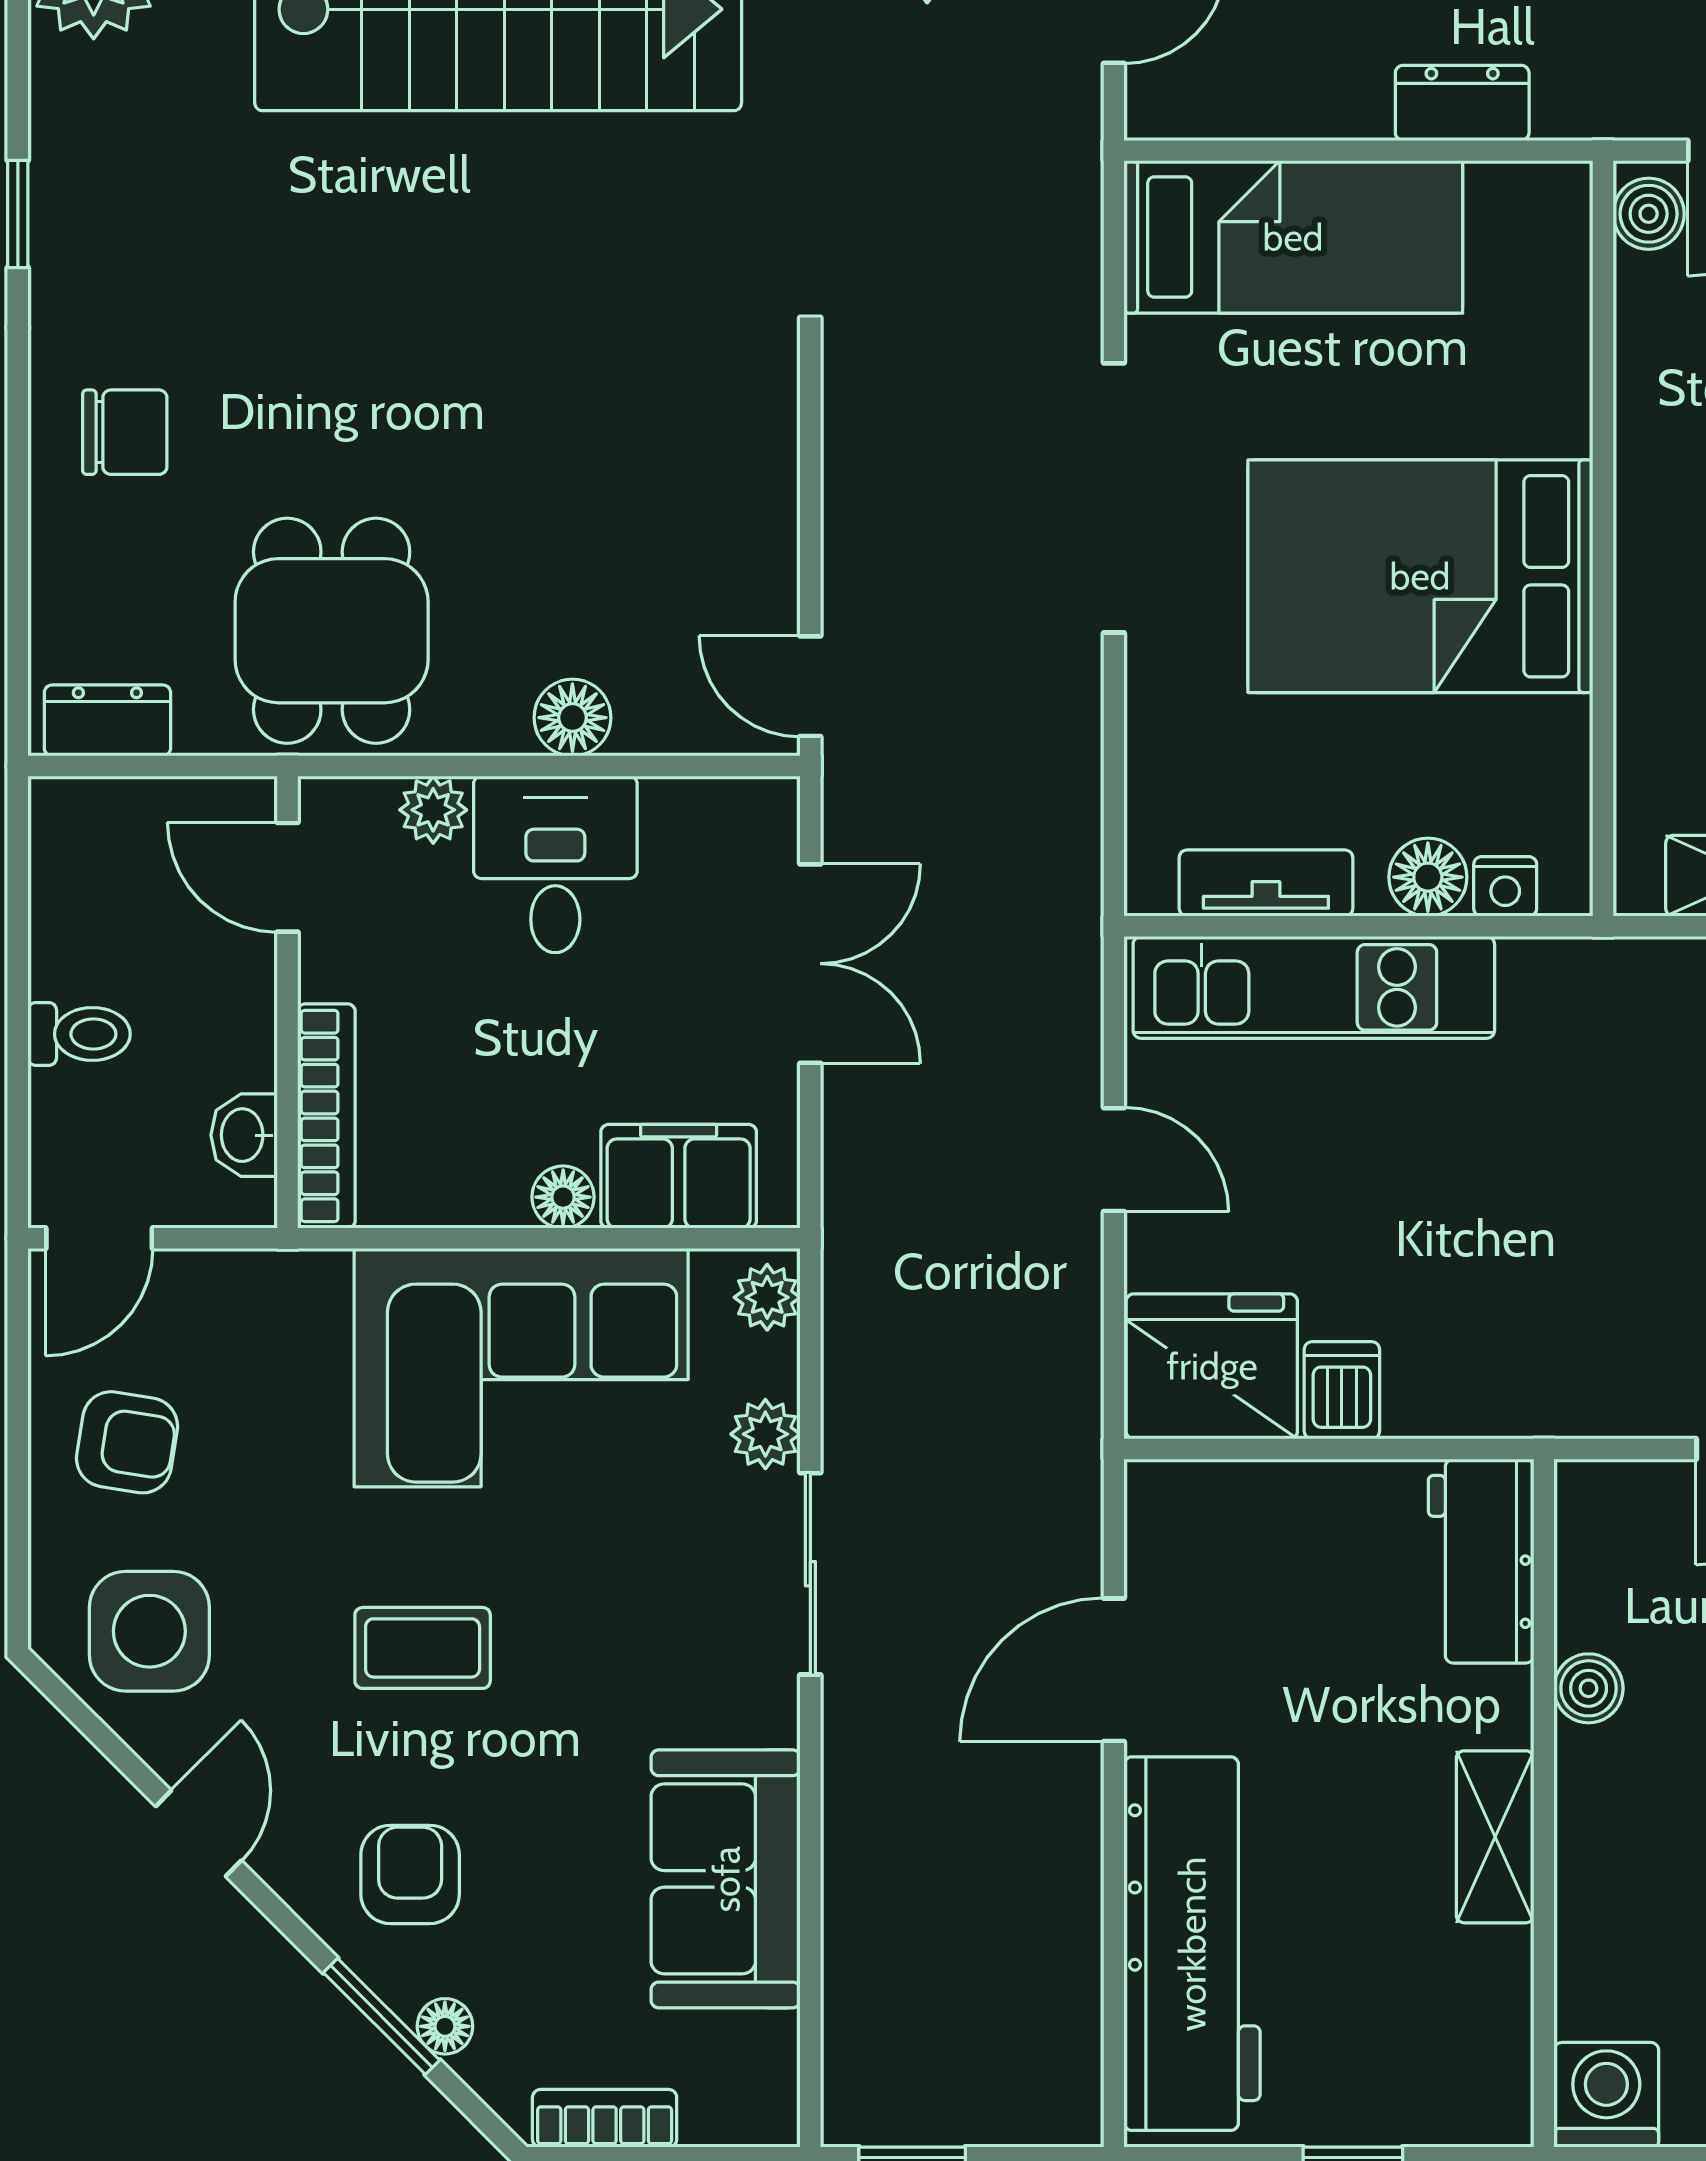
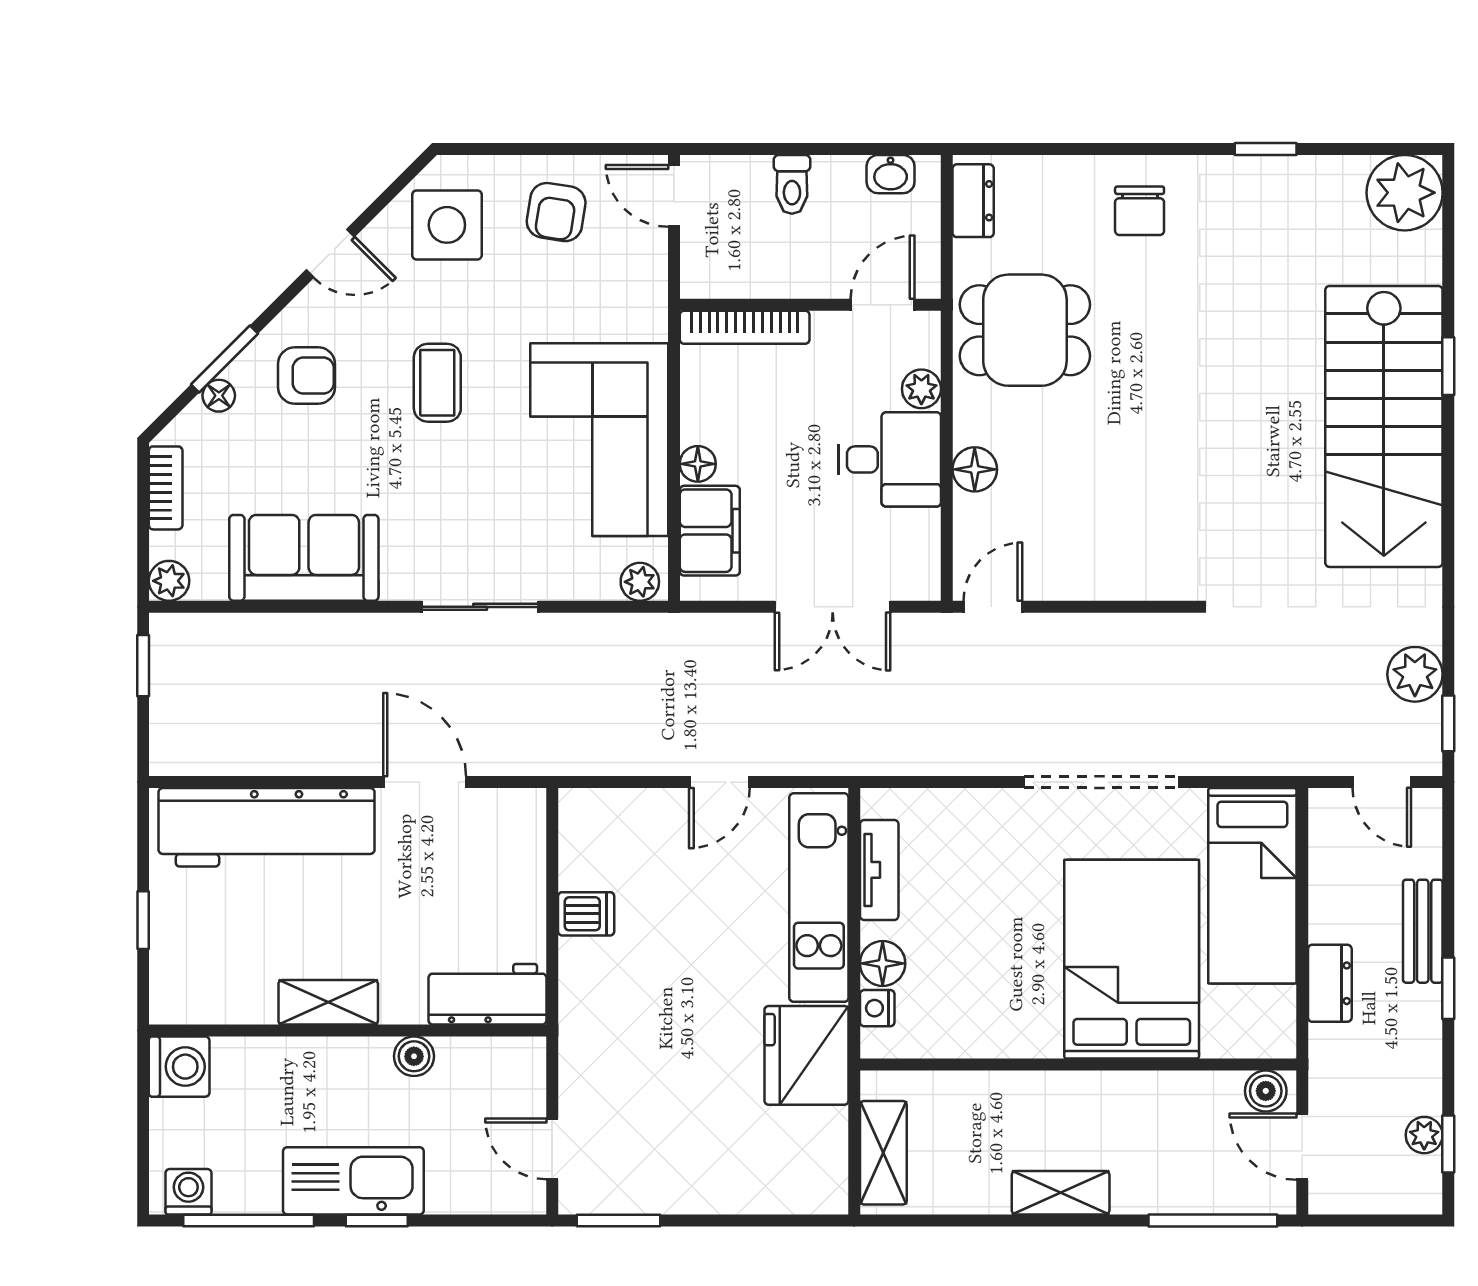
bed: (1420, 576) -> (1132, 959), moved
washbasin: (244, 1135) -> (891, 174), moved, turned 180
fridge: (1212, 1366) -> (806, 1055), moved, turned 180
plant: (765, 1434) -> (169, 581), moved

